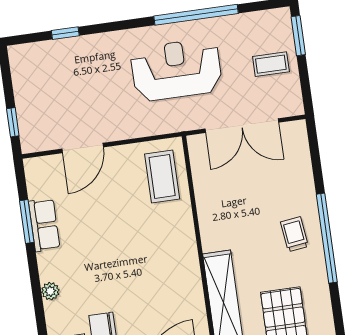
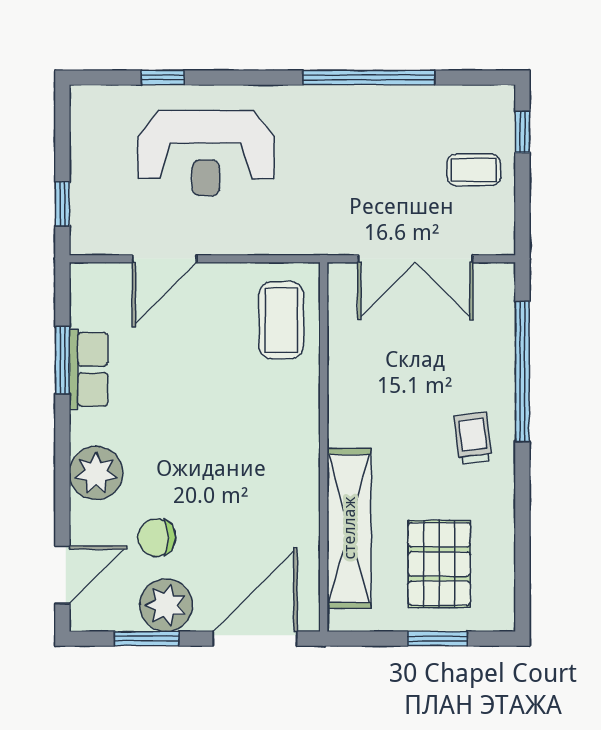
window: (298, 36) -> (522, 132), width x0.67
reception desk: (176, 70) -> (206, 153), moved, turned 180
window: (327, 238) -> (522, 372), moved
plant: (50, 291) -> (96, 473), width x1.88, depth x1.88

